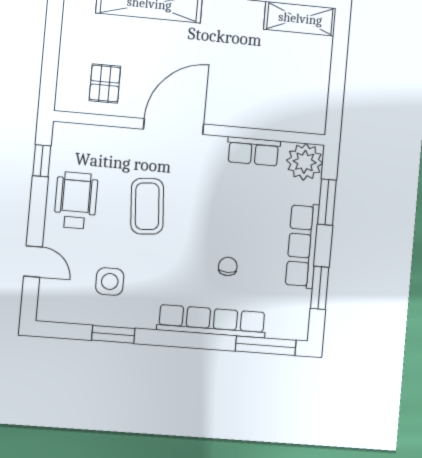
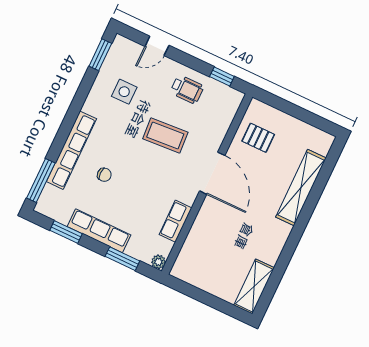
plant: (305, 162) -> (158, 262), width x0.53, depth x0.53
wheelchair: (76, 200) -> (187, 89), width x0.73, depth x0.73
window: (113, 334) -> (100, 55), moved

